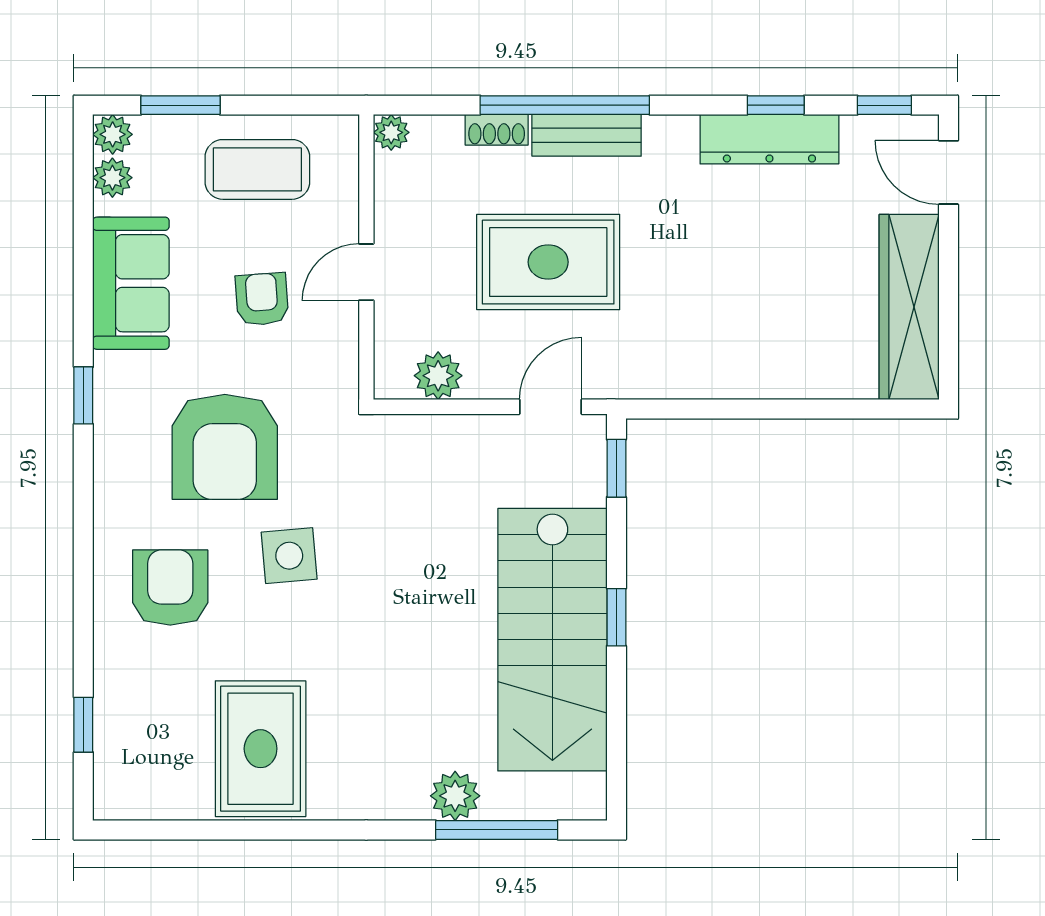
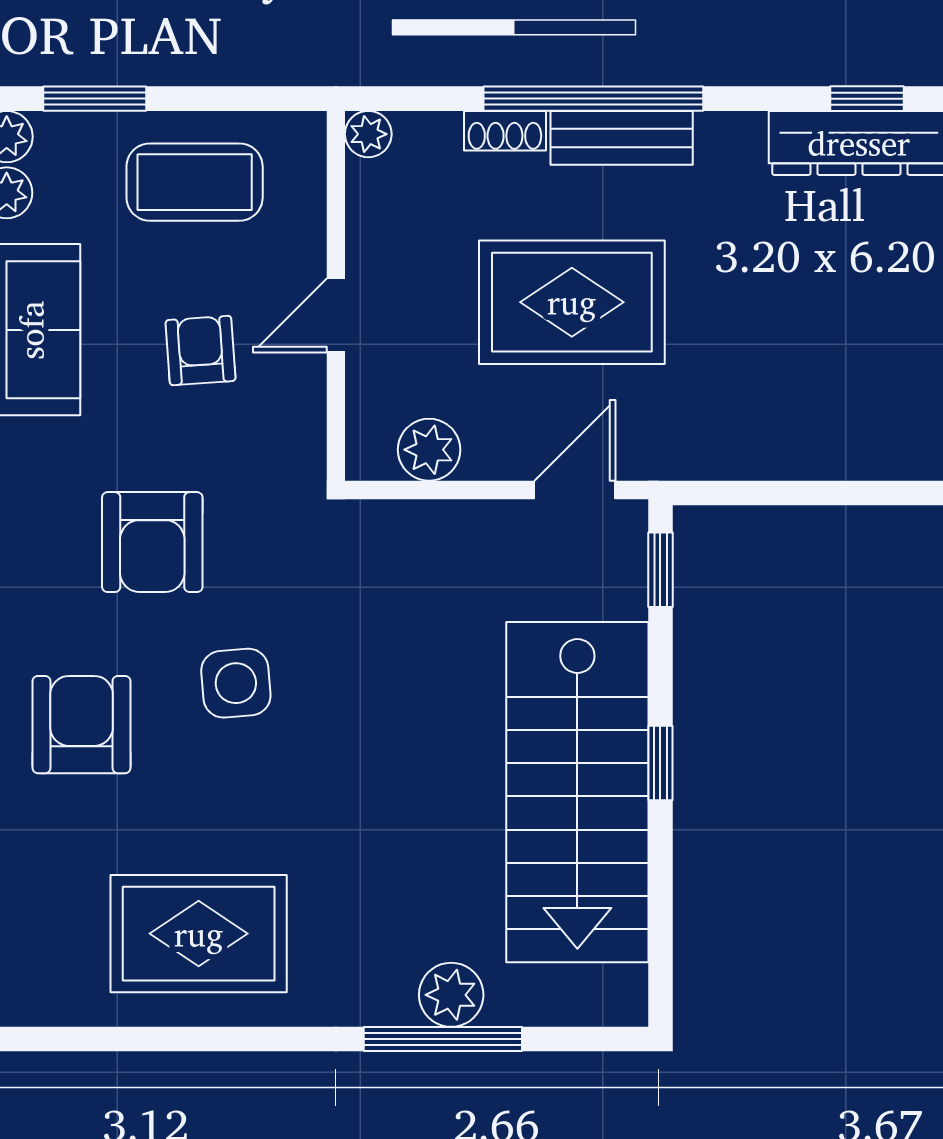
armchair: (225, 447) -> (152, 542), width x0.73, depth x0.73
rug: (261, 749) -> (199, 934), turned 90
window: (497, 830) -> (443, 1039), moved

